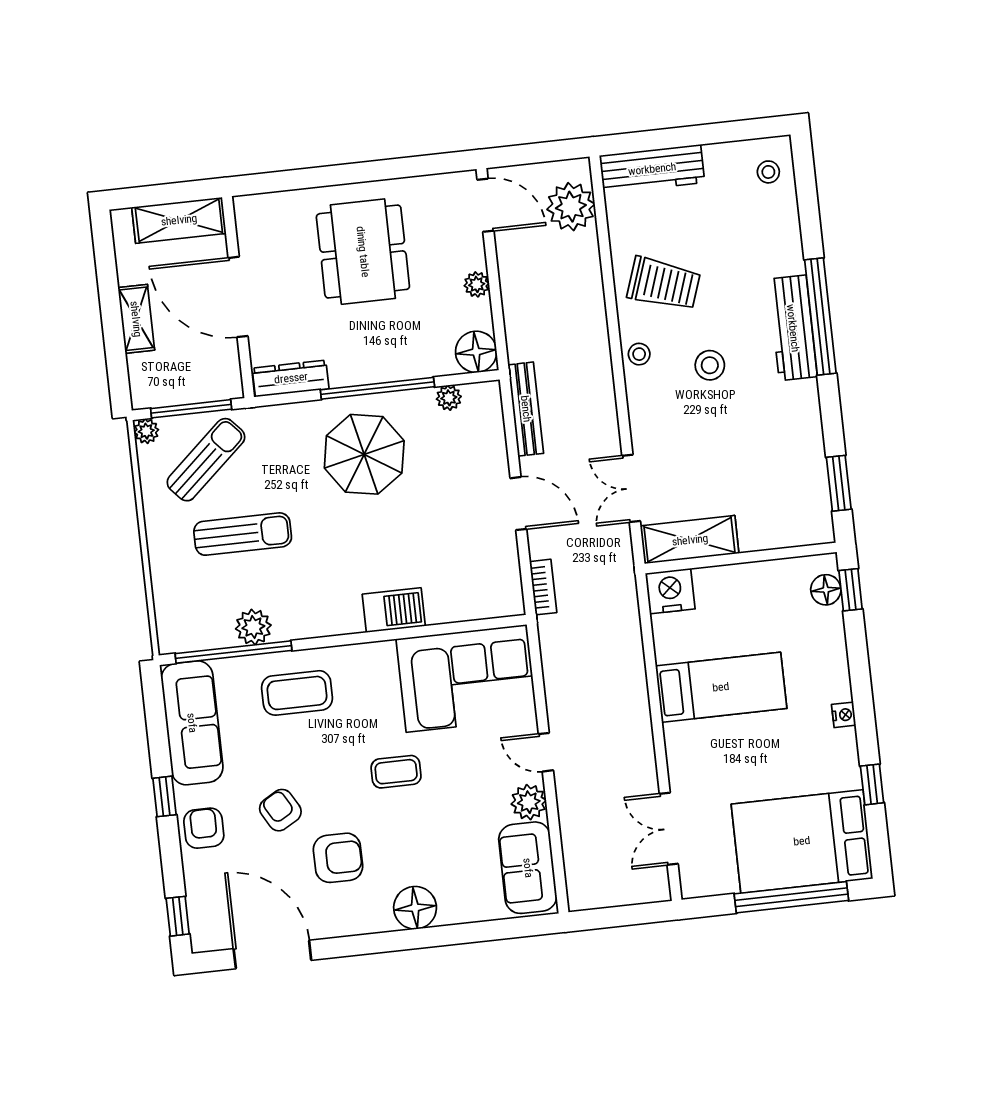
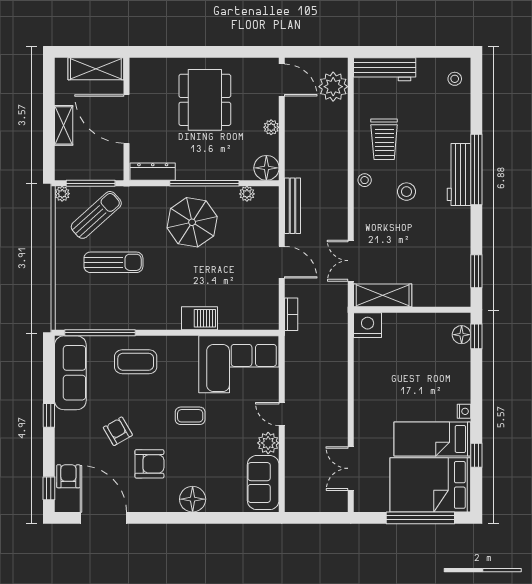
trolley: (664, 284) -> (384, 139), turned 71
plant: (253, 627) -> (114, 319), removed
bed: (721, 687) -> (432, 439), moved, turned 180
armchair: (204, 828) -> (68, 476), moved

